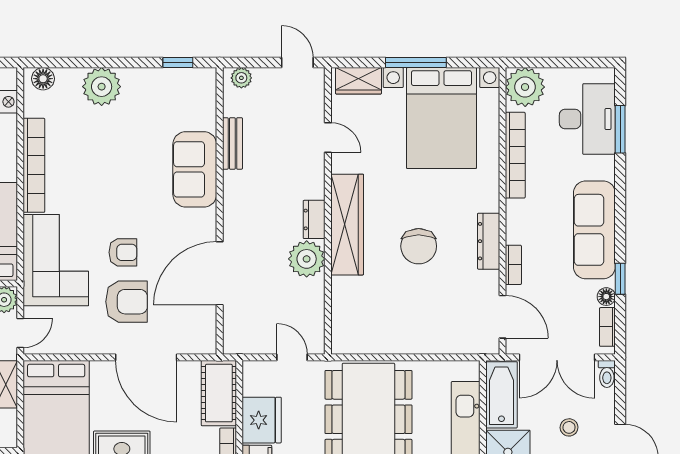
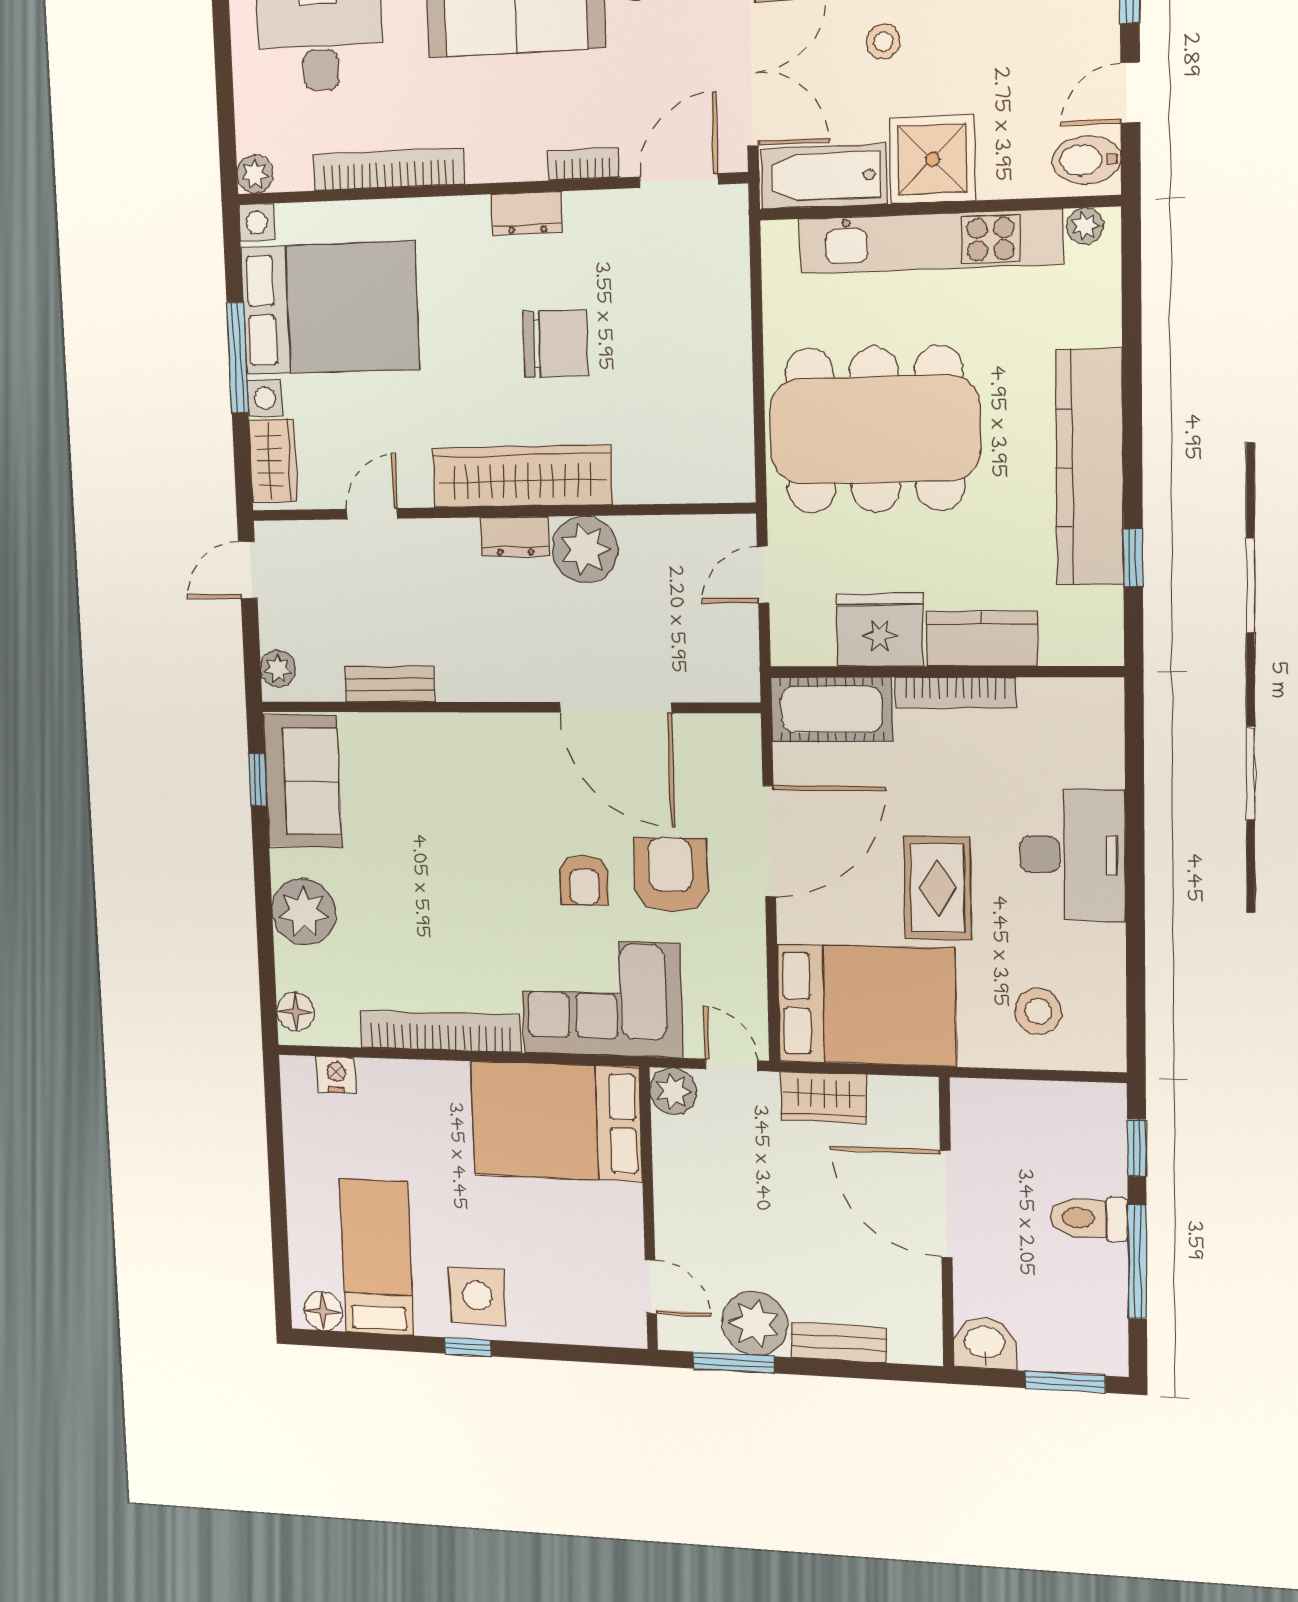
plant: (525, 87) -> (255, 174), width x0.53, depth x0.53
sofa: (195, 169) -> (302, 781), moved, turned -90
dresser: (489, 241) -> (527, 213), width x0.70
armchair: (123, 252) -> (584, 880), turned 180

